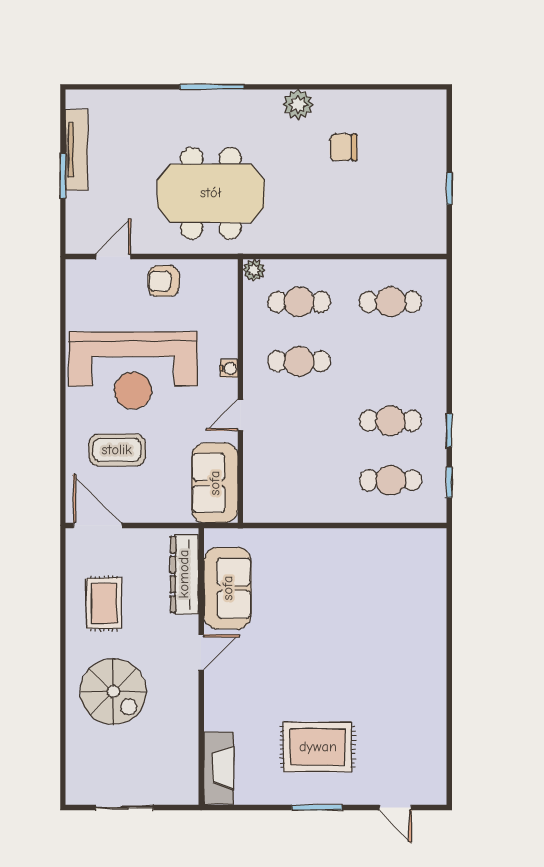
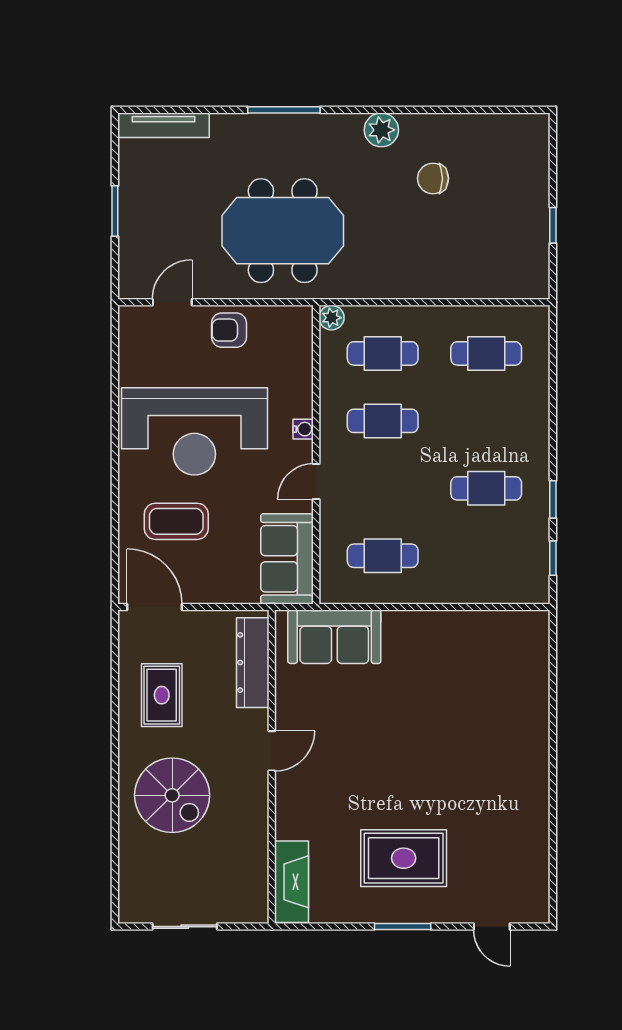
tv unit: (76, 150) -> (164, 125), moved, turned 90
cafe table: (390, 480) -> (383, 556), moved
sofa: (228, 588) -> (334, 637), moved, turned 90

